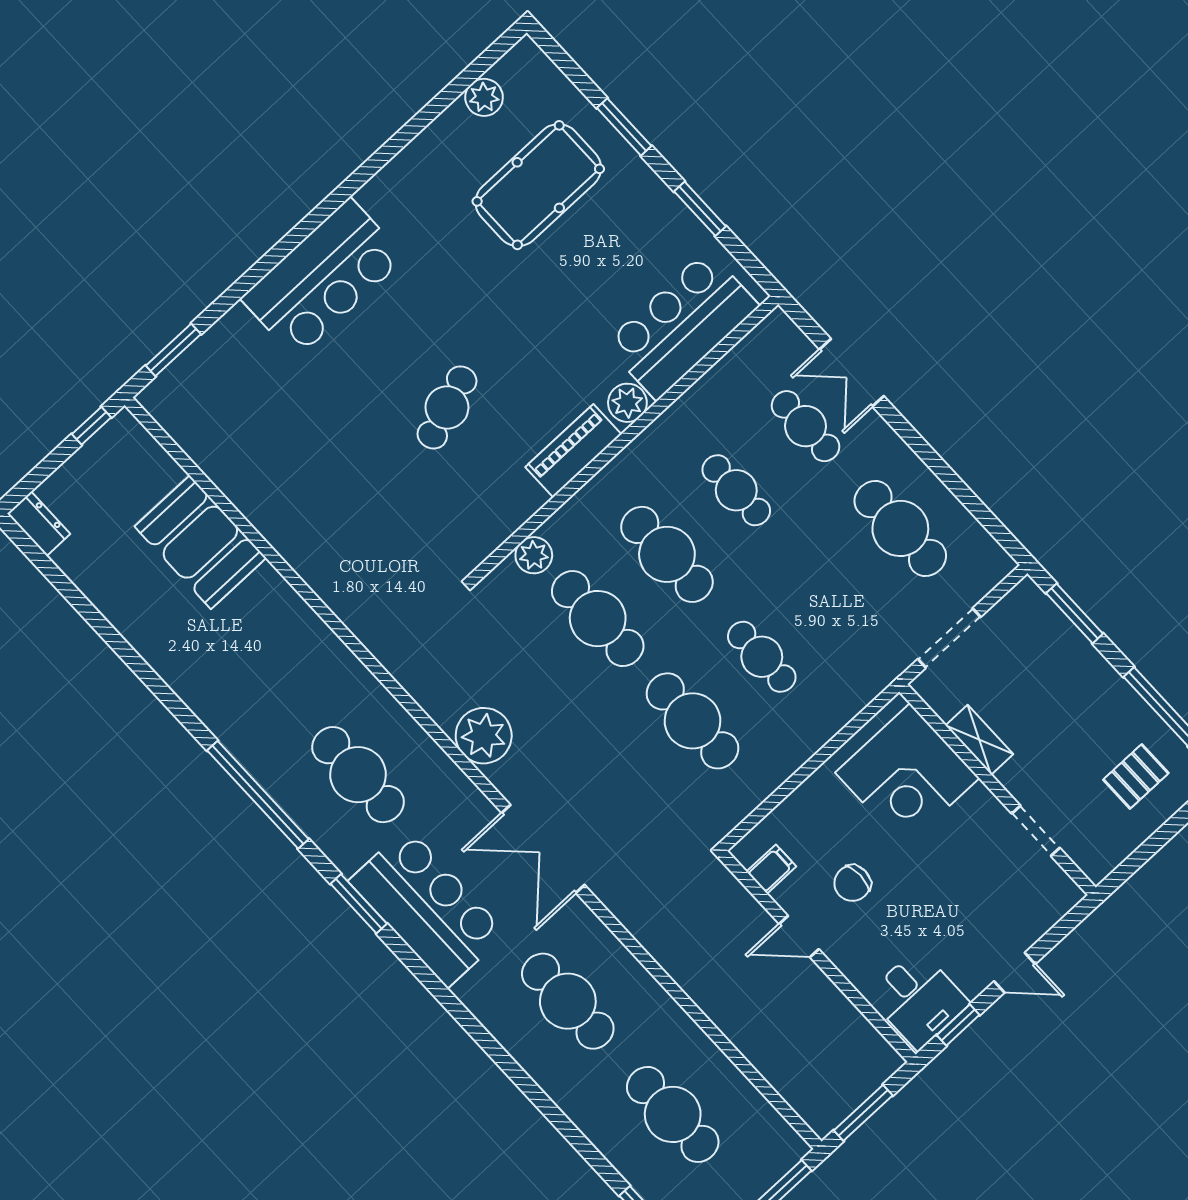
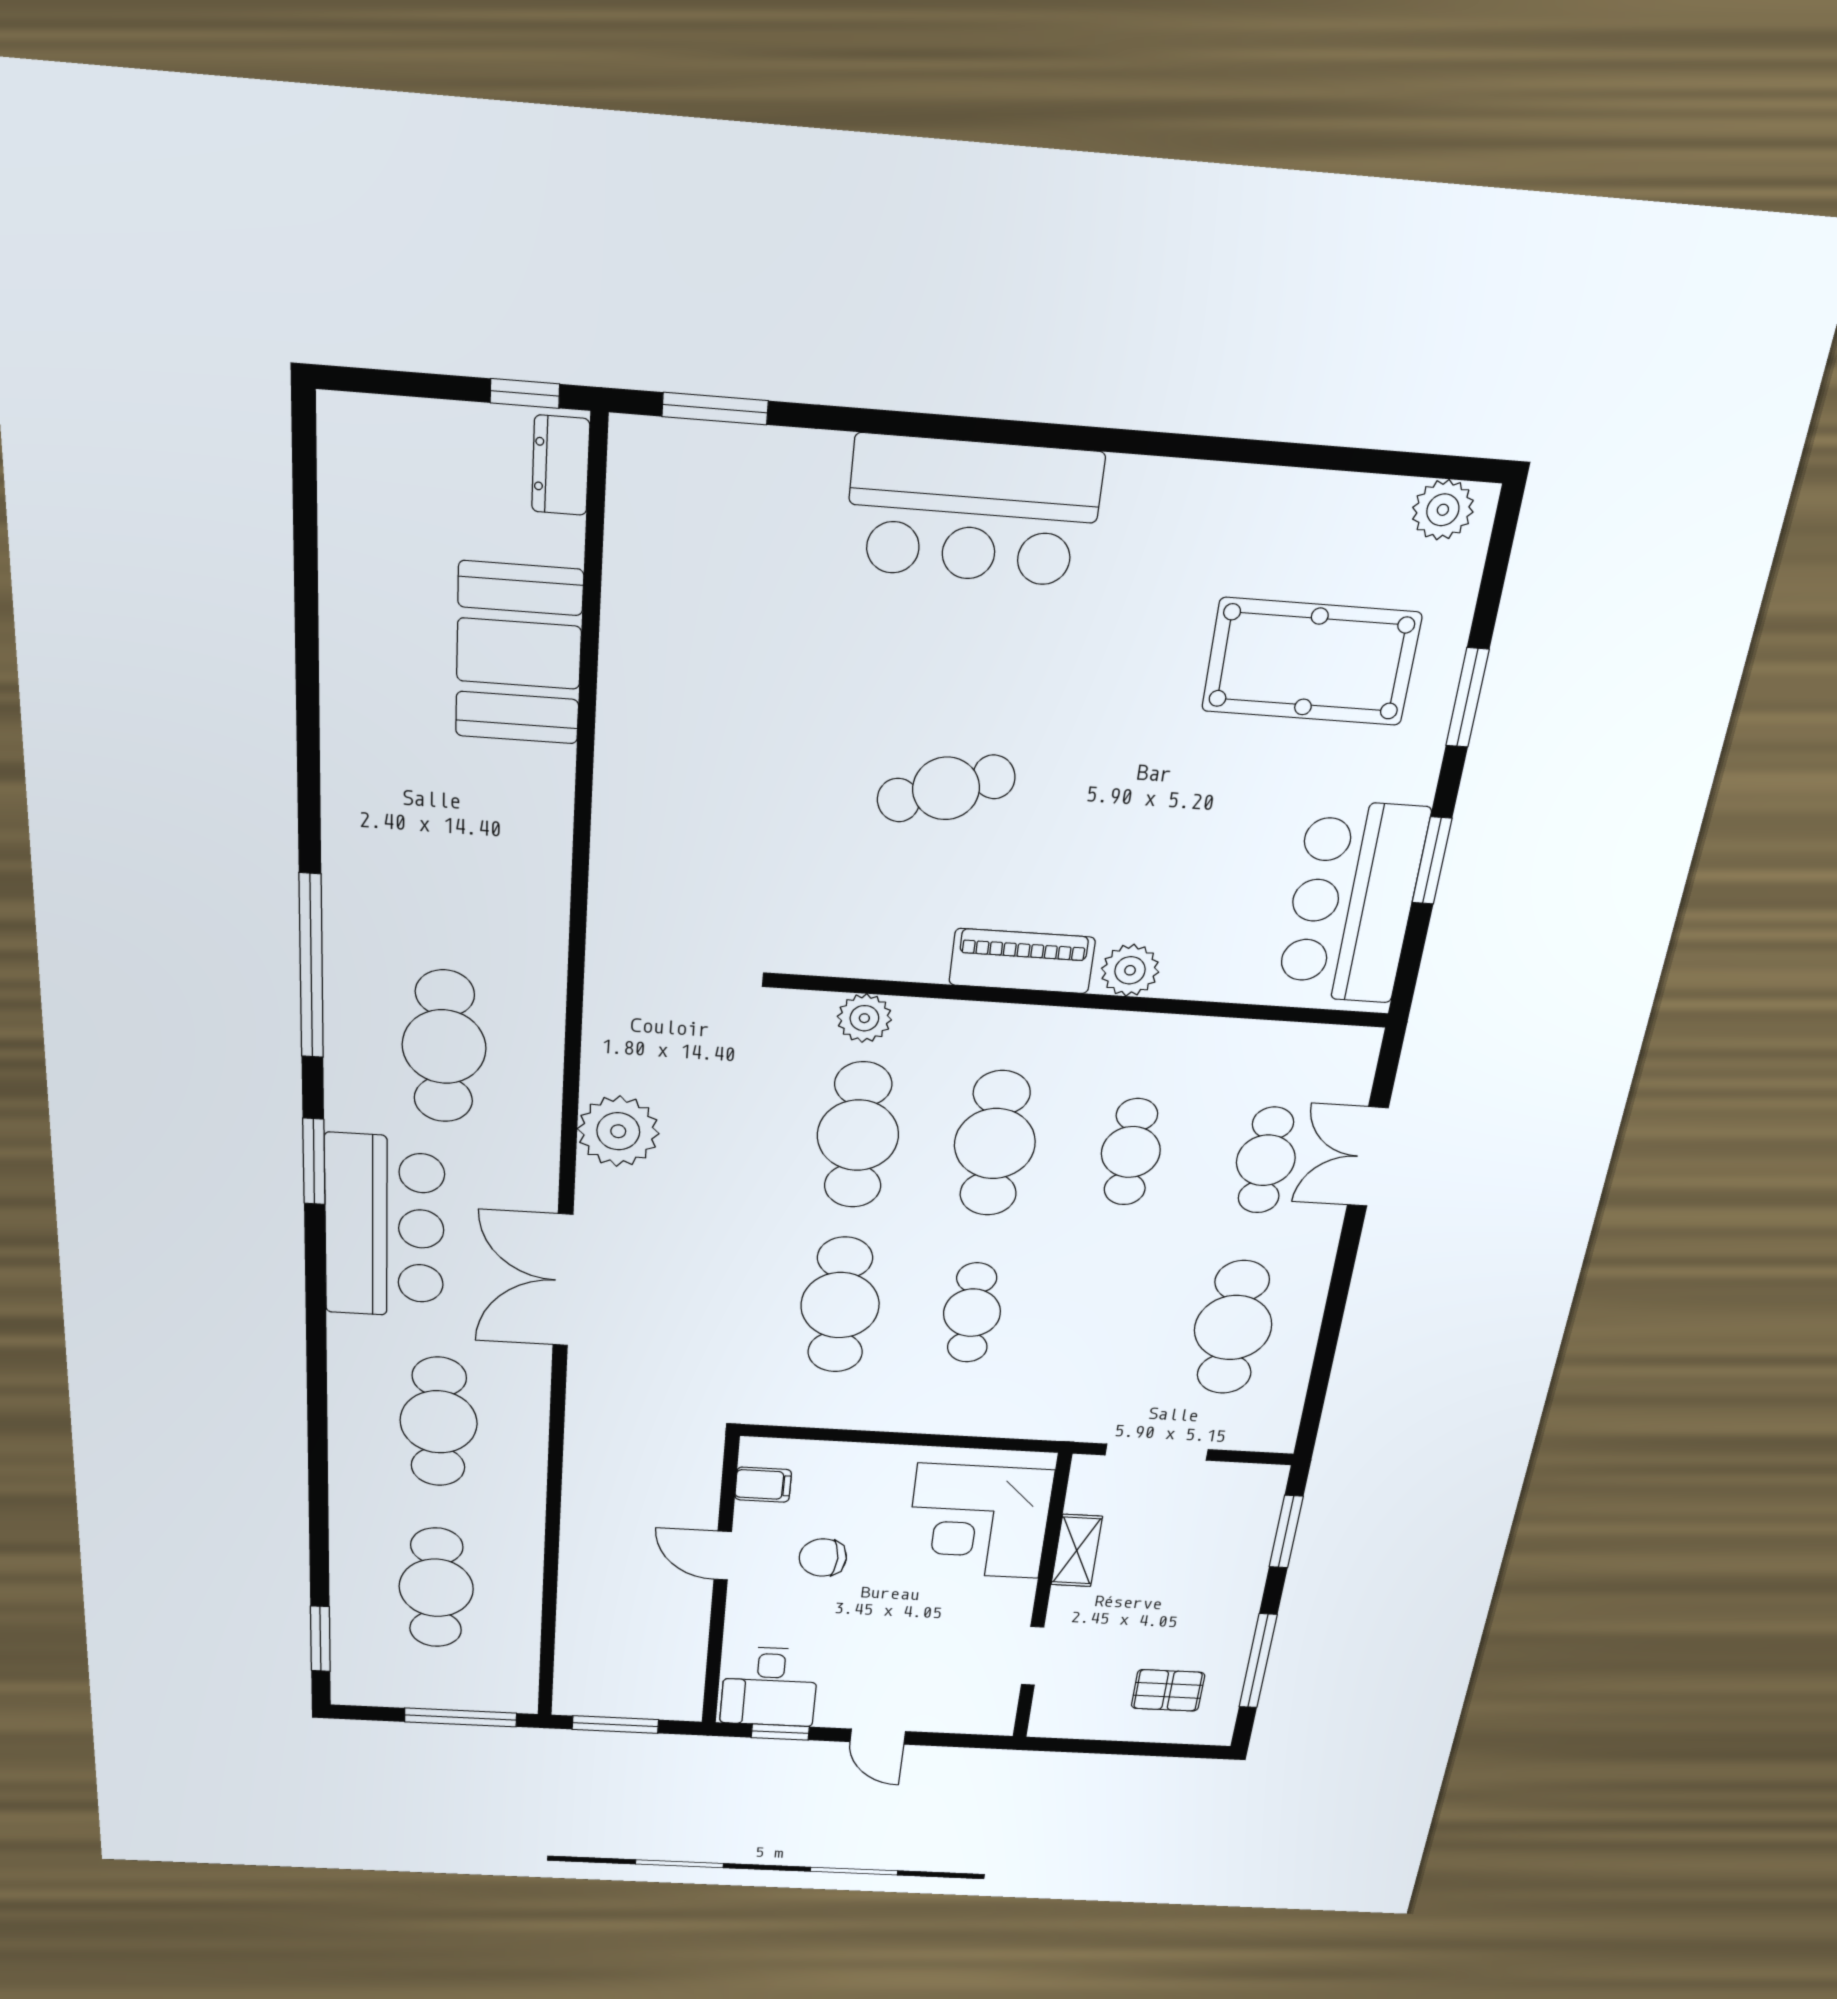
plant: (484, 97) -> (1443, 510), moved
bar counter: (682, 325) -> (1352, 903), moved, turned -90
dresser: (39, 524) -> (561, 465), moved, turned 180

